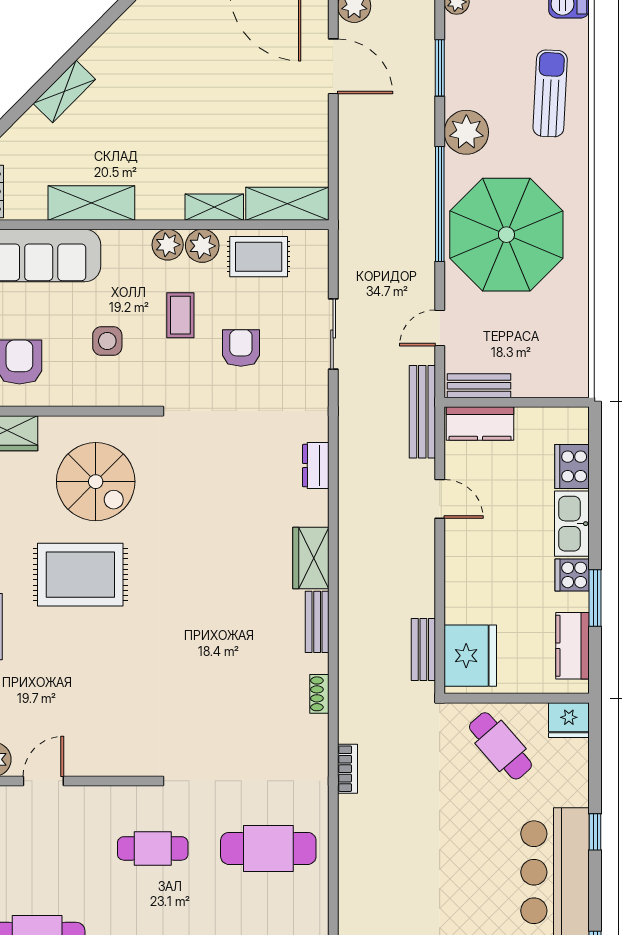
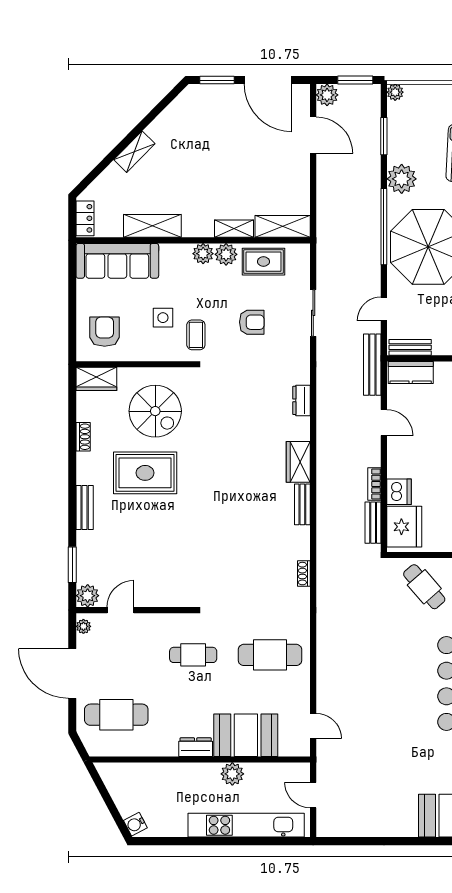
coffee table: (180, 315) -> (196, 335), moved
armchair: (241, 348) -> (252, 322), turned 90
dishwasher: (462, 603) -> (399, 492), added
shoe rack: (319, 694) -> (304, 574), moved
bookcase: (347, 769) -> (374, 484), moved, turned 180

